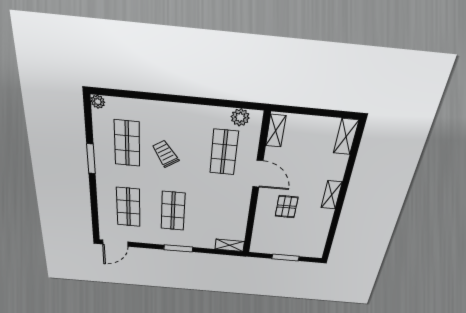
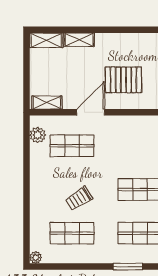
window: (91, 159) -> (128, 267), moved
shelving: (332, 195) -> (79, 40), moved
pallet: (287, 207) -> (123, 80), width x1.50, depth x1.42

